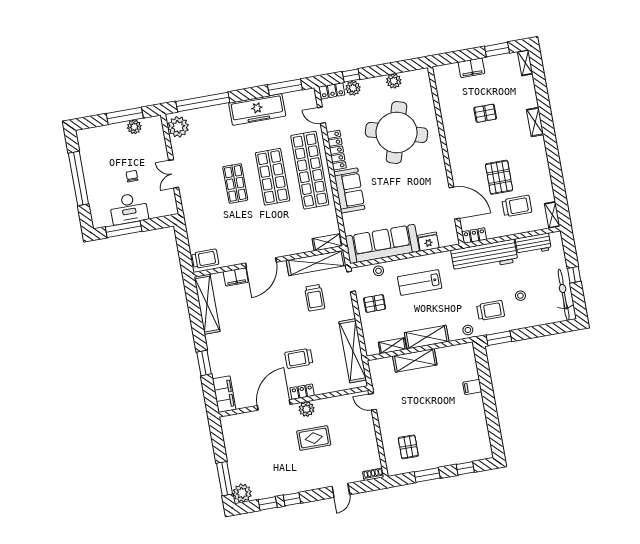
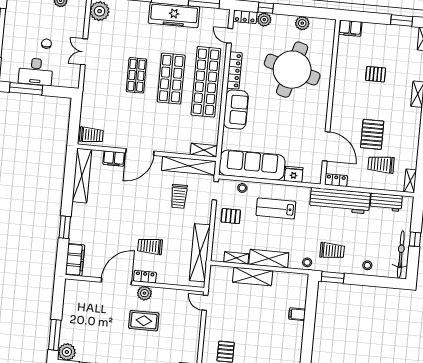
filing cabinet: (471, 68) -> (350, 28), moved
trolley: (517, 206) -> (381, 164), turned 180
stool: (520, 296) -> (367, 265), moved

